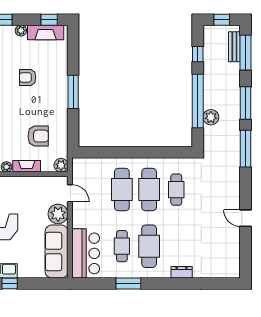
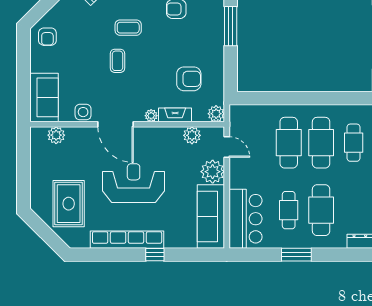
plant: (41, 183) -> (192, 135), added

